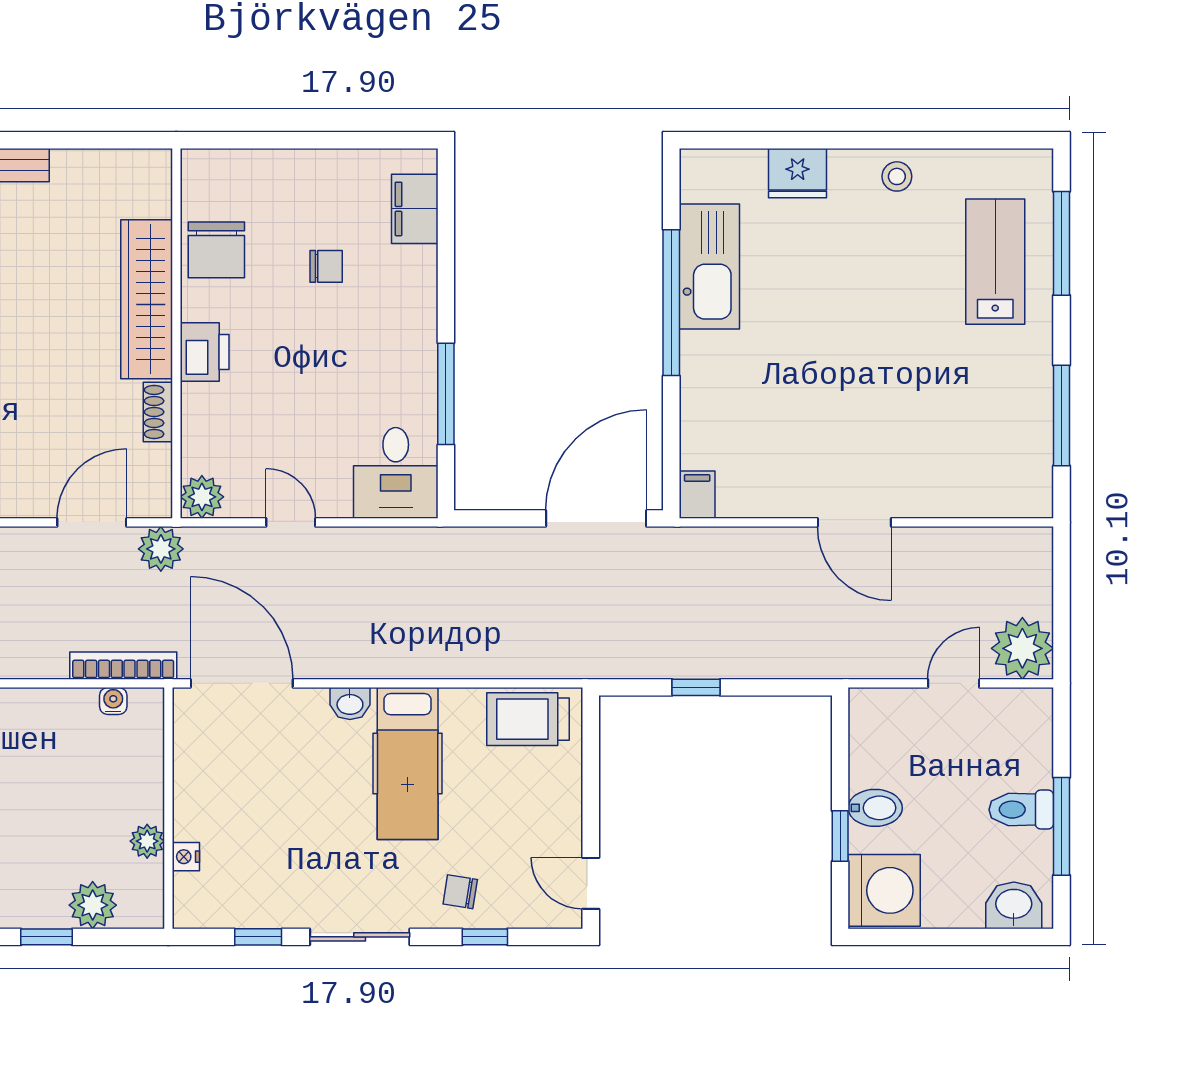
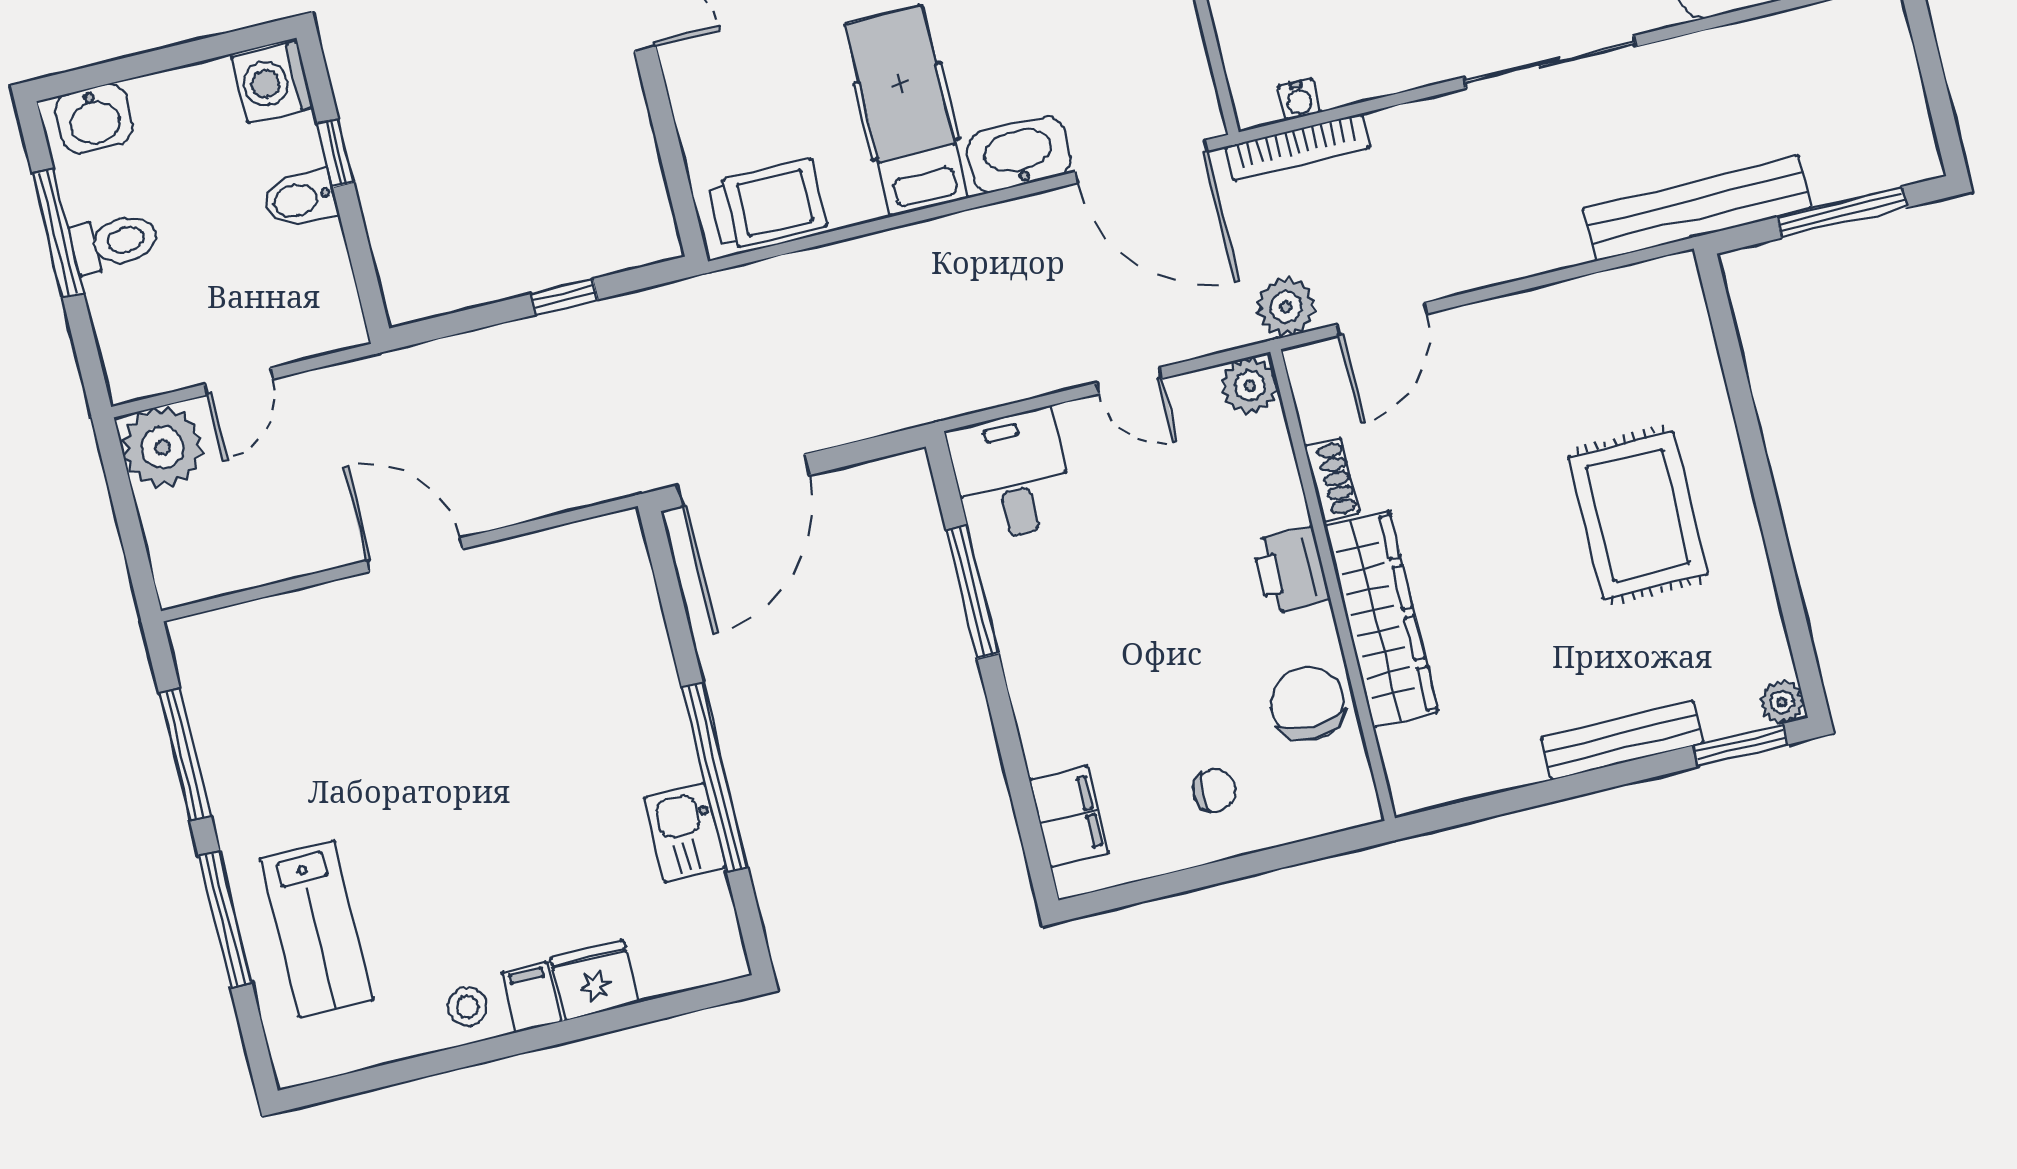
window: (1061, 243) -> (225, 919), moved
chair: (326, 266) -> (1214, 790), moved, turned 180
kitchen sink: (709, 267) -> (685, 833), width x0.53, depth x0.81
filing cabinet: (697, 495) -> (532, 997), moved, turned 180
washbasin: (350, 703) -> (1019, 155), width x1.91, depth x1.45
washing machine: (884, 890) -> (272, 82), width x0.73, depth x0.73

